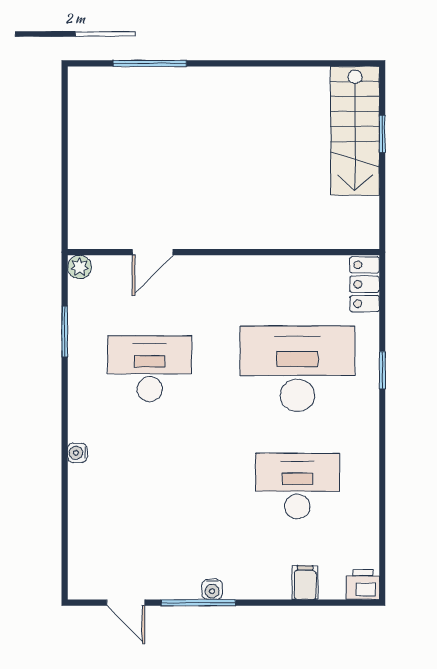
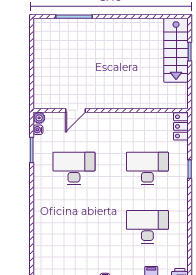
desk: (297, 369) -> (147, 168), width x0.73, depth x0.77
water cooler: (77, 453) -> (38, 130), moved

